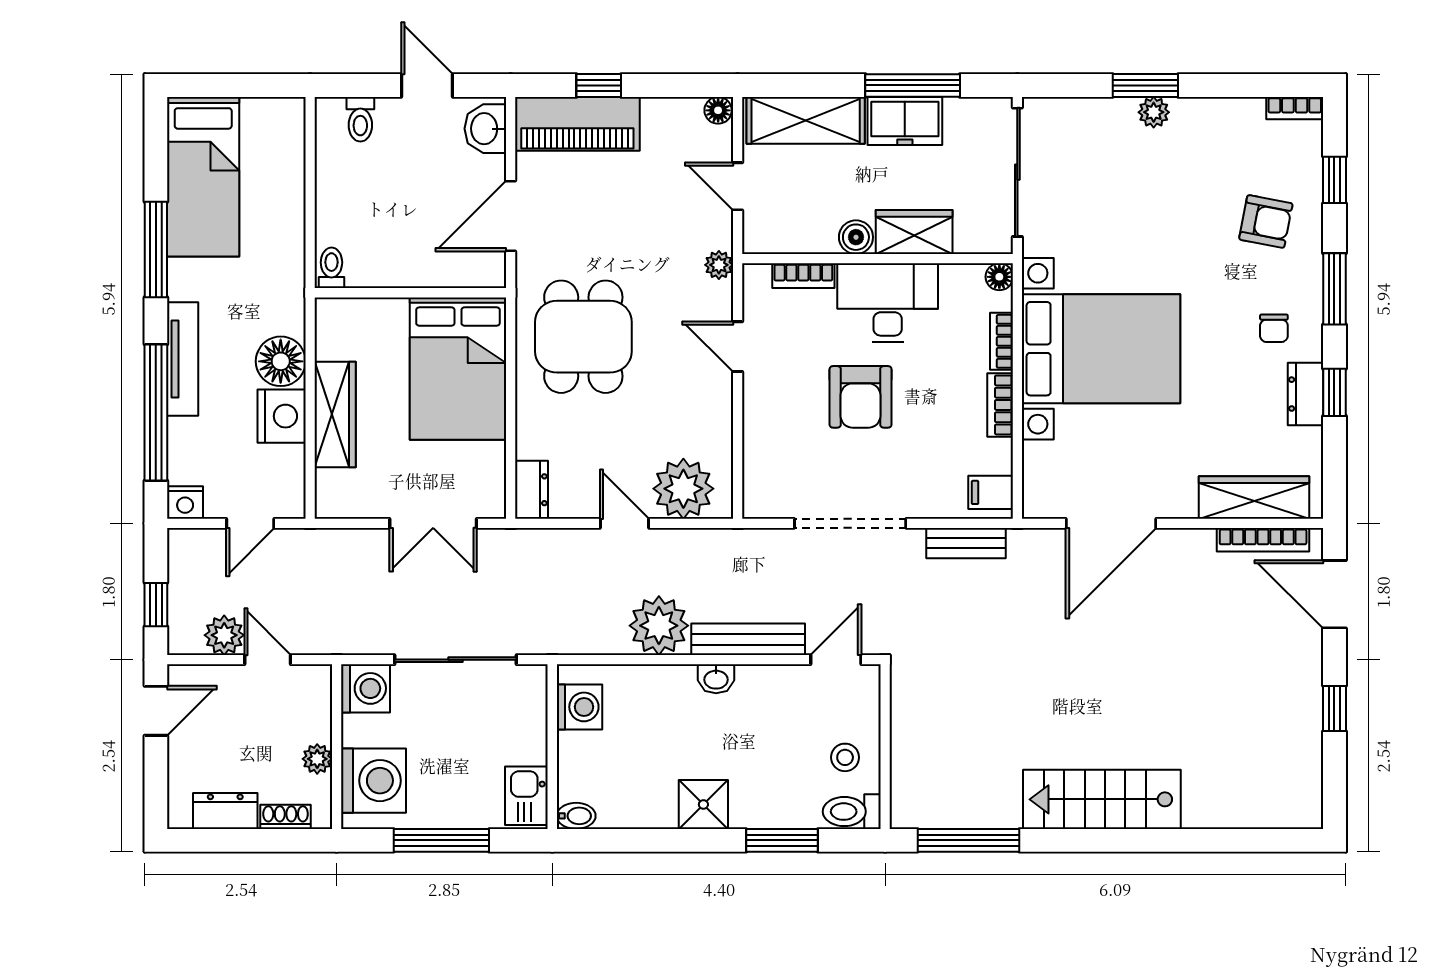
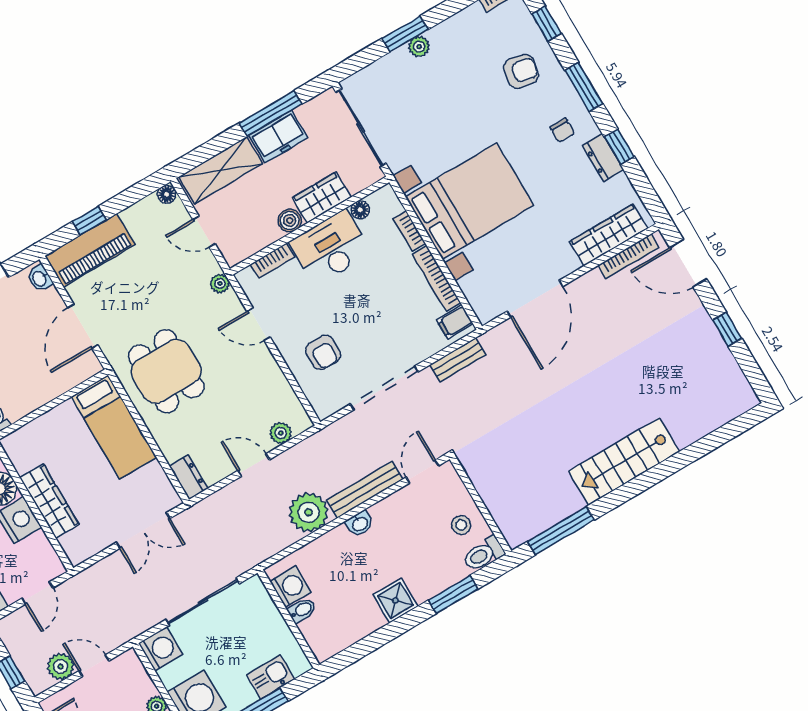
washbasin: (485, 129) -> (40, 278), width x0.72, depth x0.69
floor lamp: (999, 277) -> (360, 210), moved
bed: (458, 369) -> (114, 427), width x0.67
armchair: (861, 397) -> (323, 352), moved, width x0.72, depth x0.72
bookcase: (1000, 405) -> (436, 279), width x1.56
plant: (683, 489) -> (281, 433), width x0.53, depth x0.53
kitchen sink: (526, 796) -> (270, 677), moved, turned 90
bidet: (576, 816) -> (302, 610), moved

